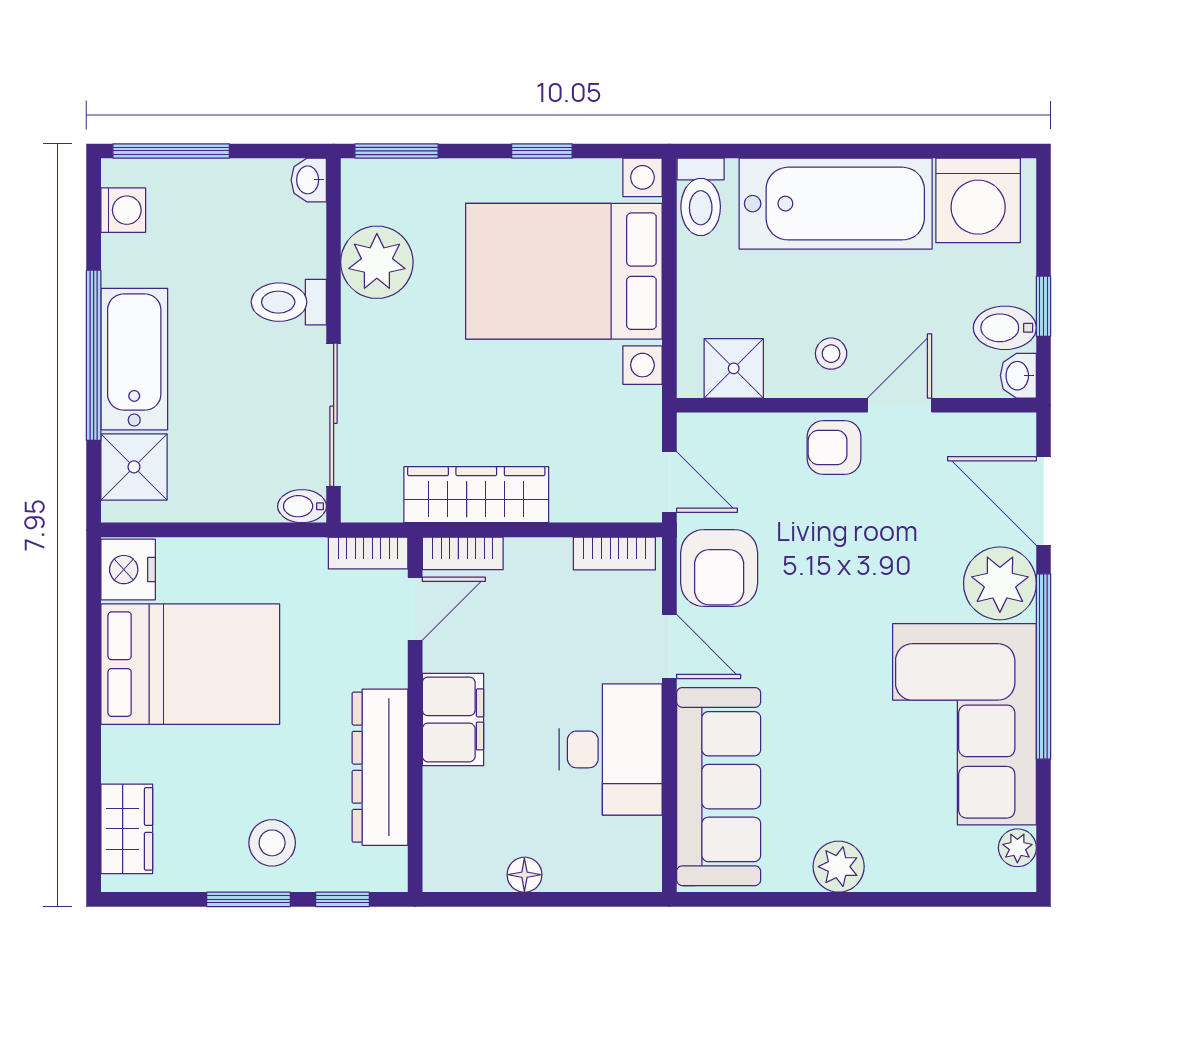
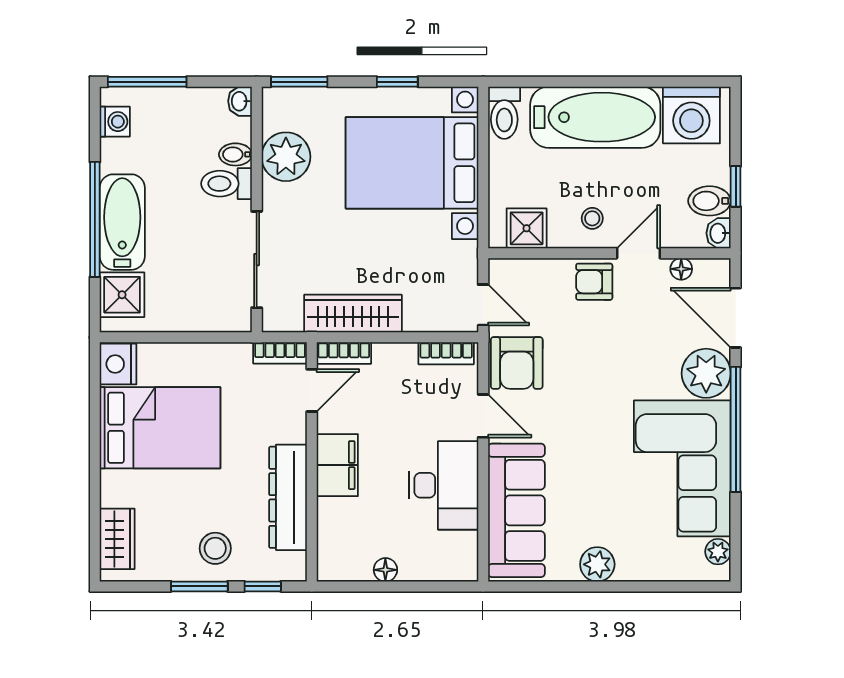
floor lamp: (963, 429) -> (681, 269), added
bidet: (302, 506) -> (235, 154), moved

